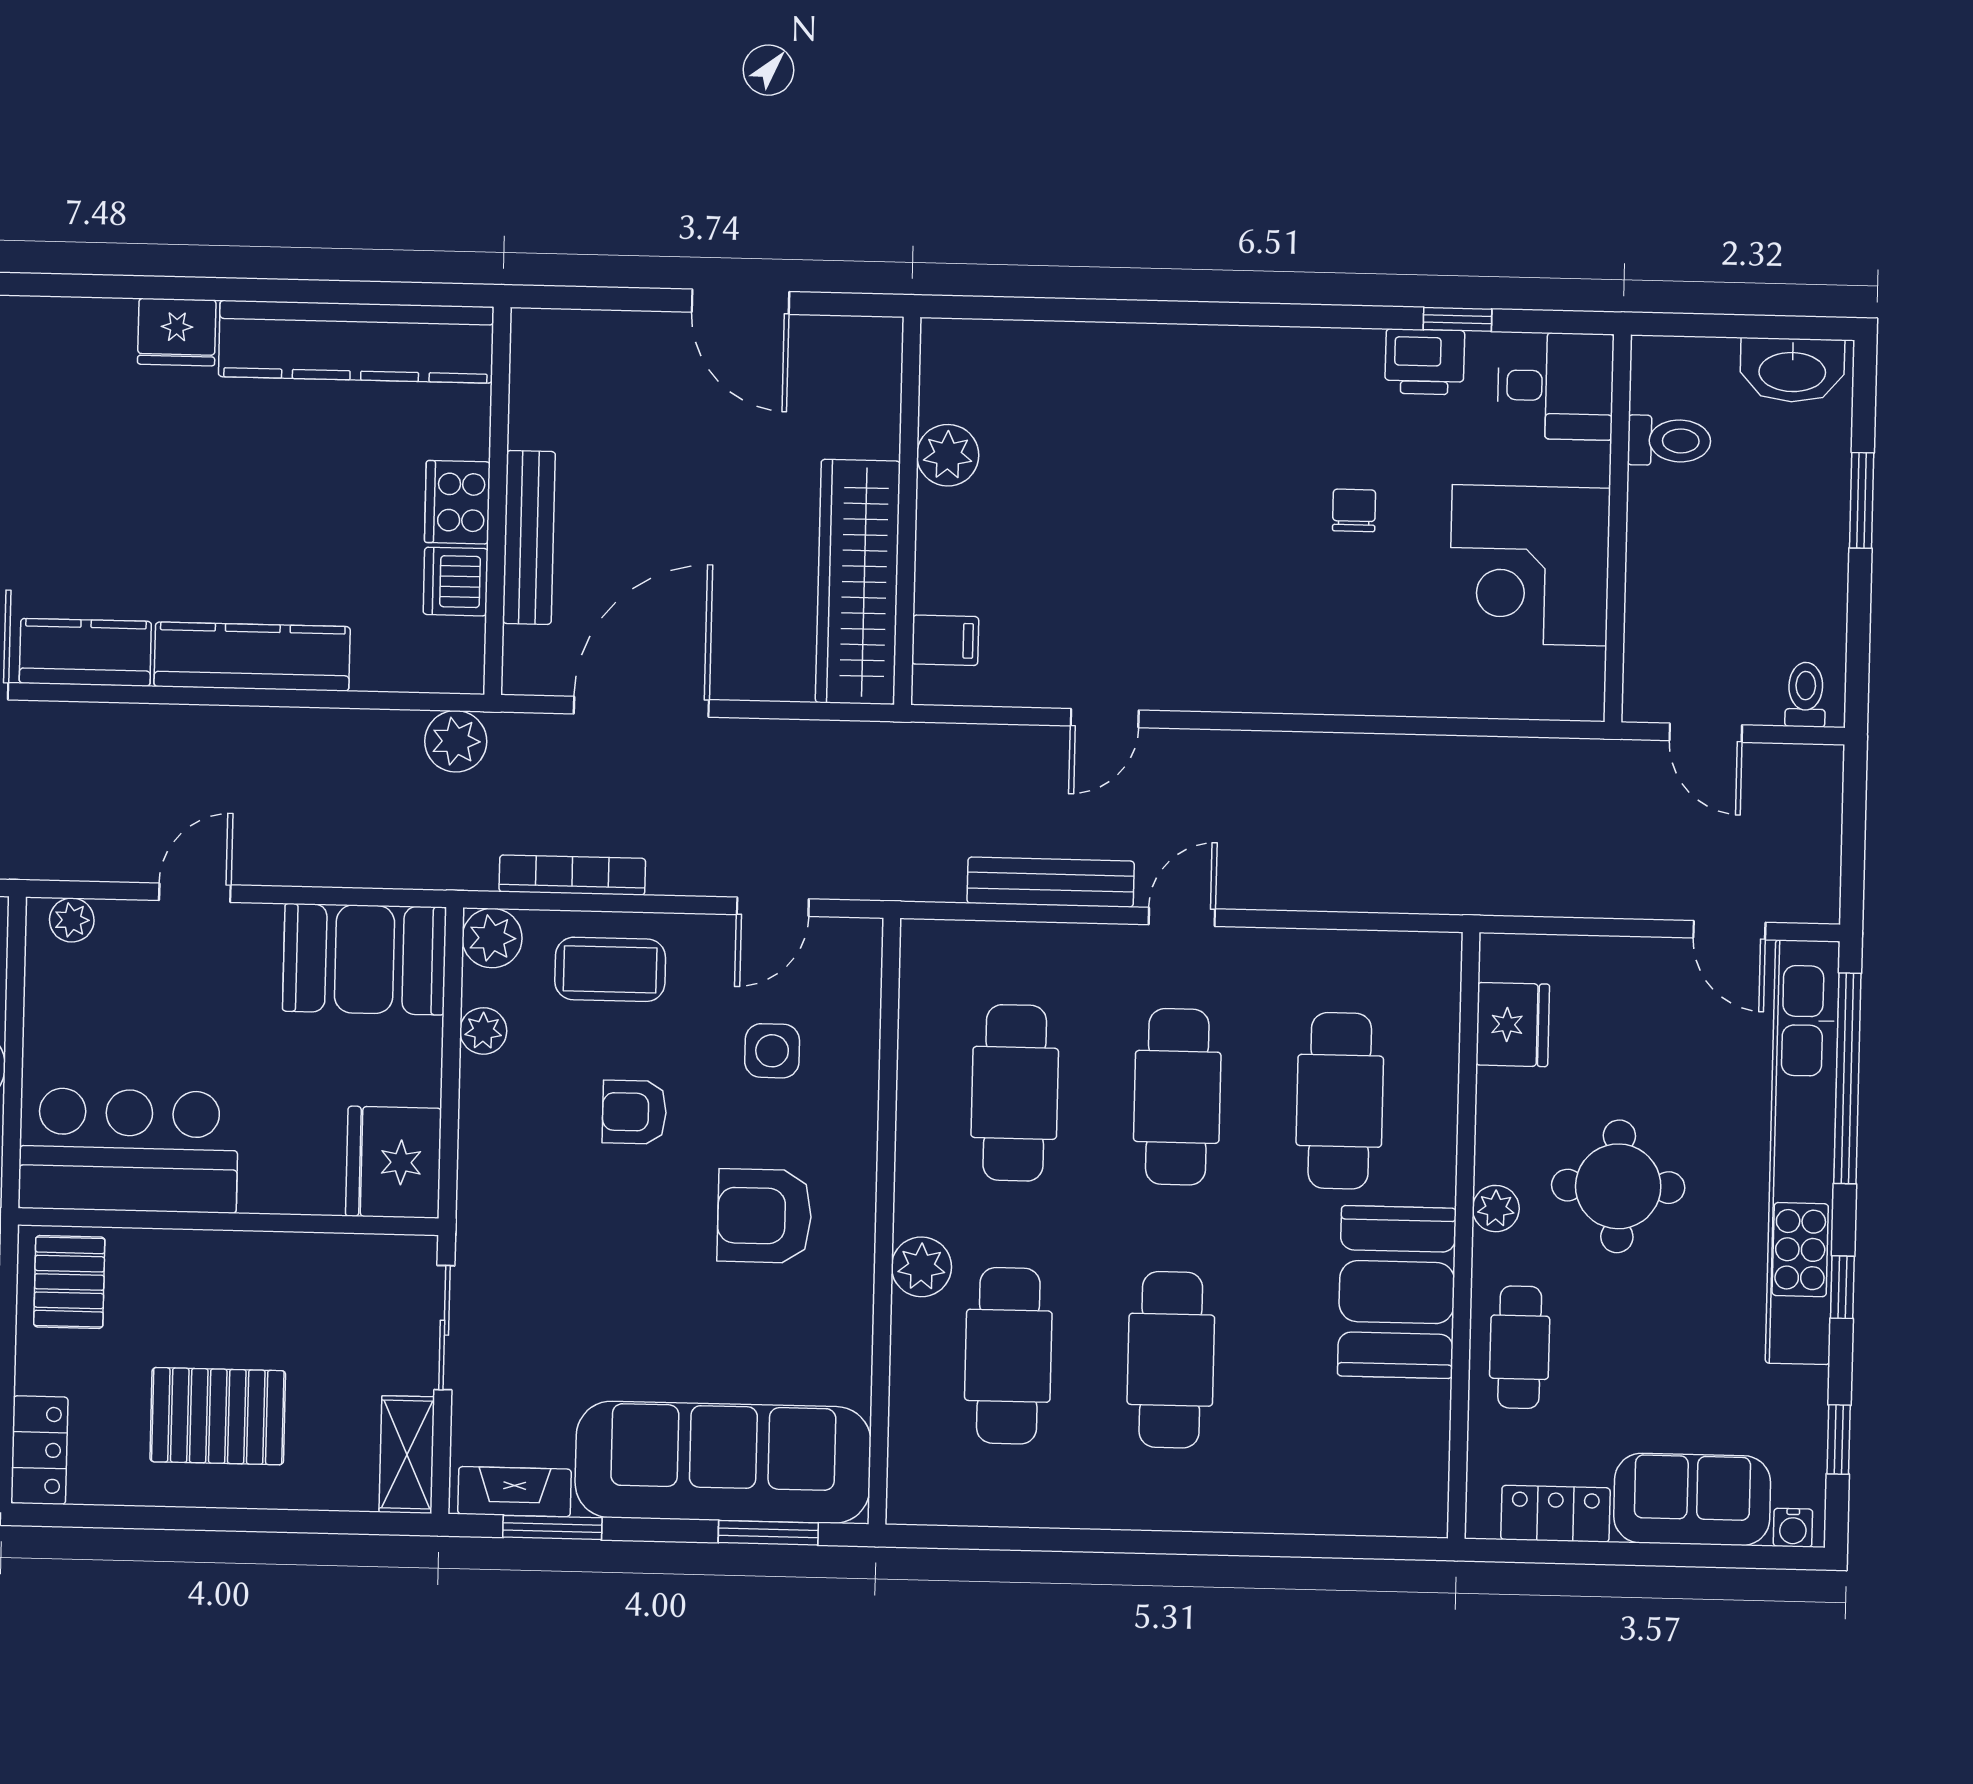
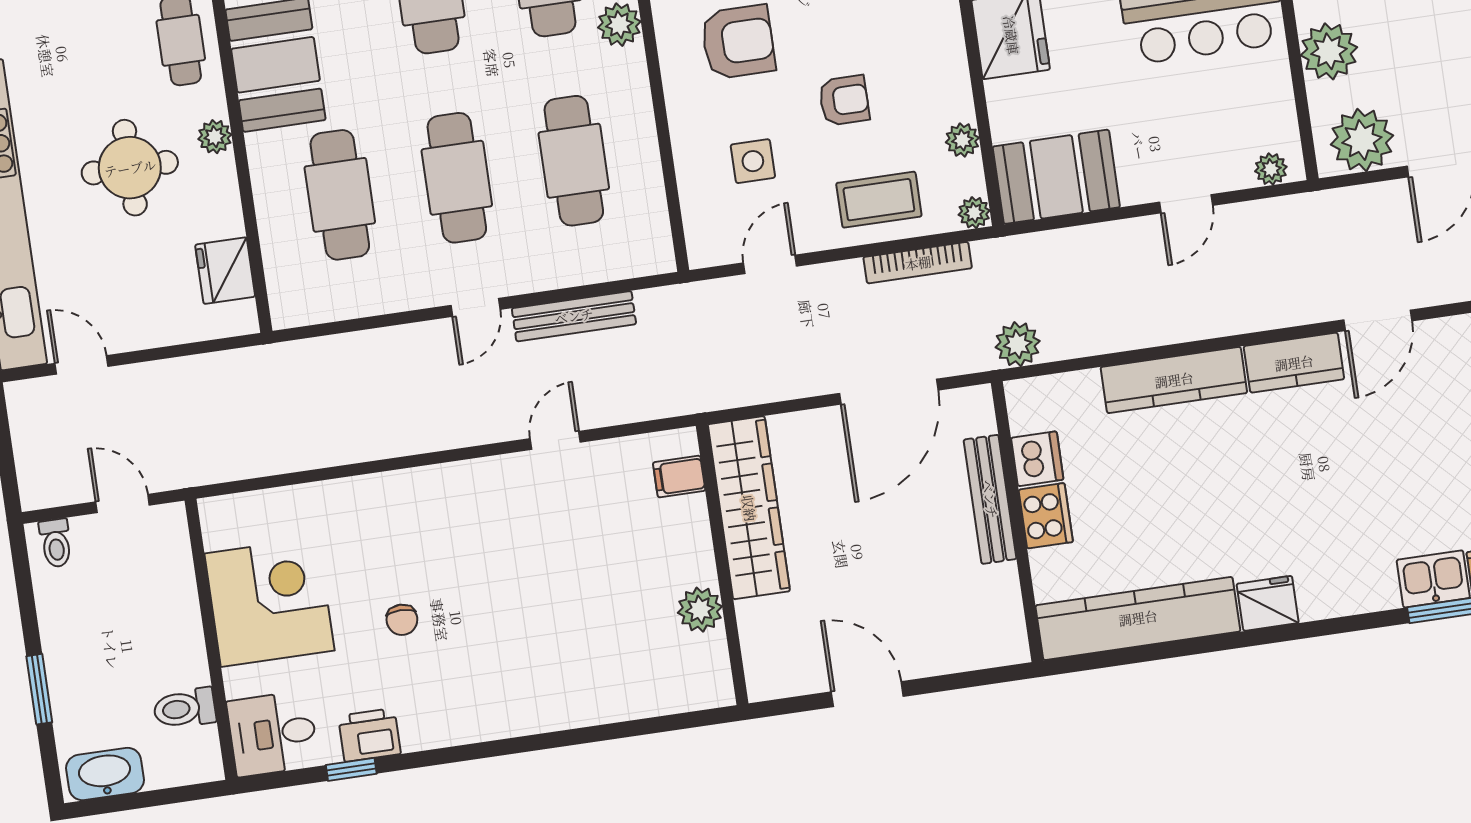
plant: (492, 938) -> (974, 213), width x0.73, depth x0.73

